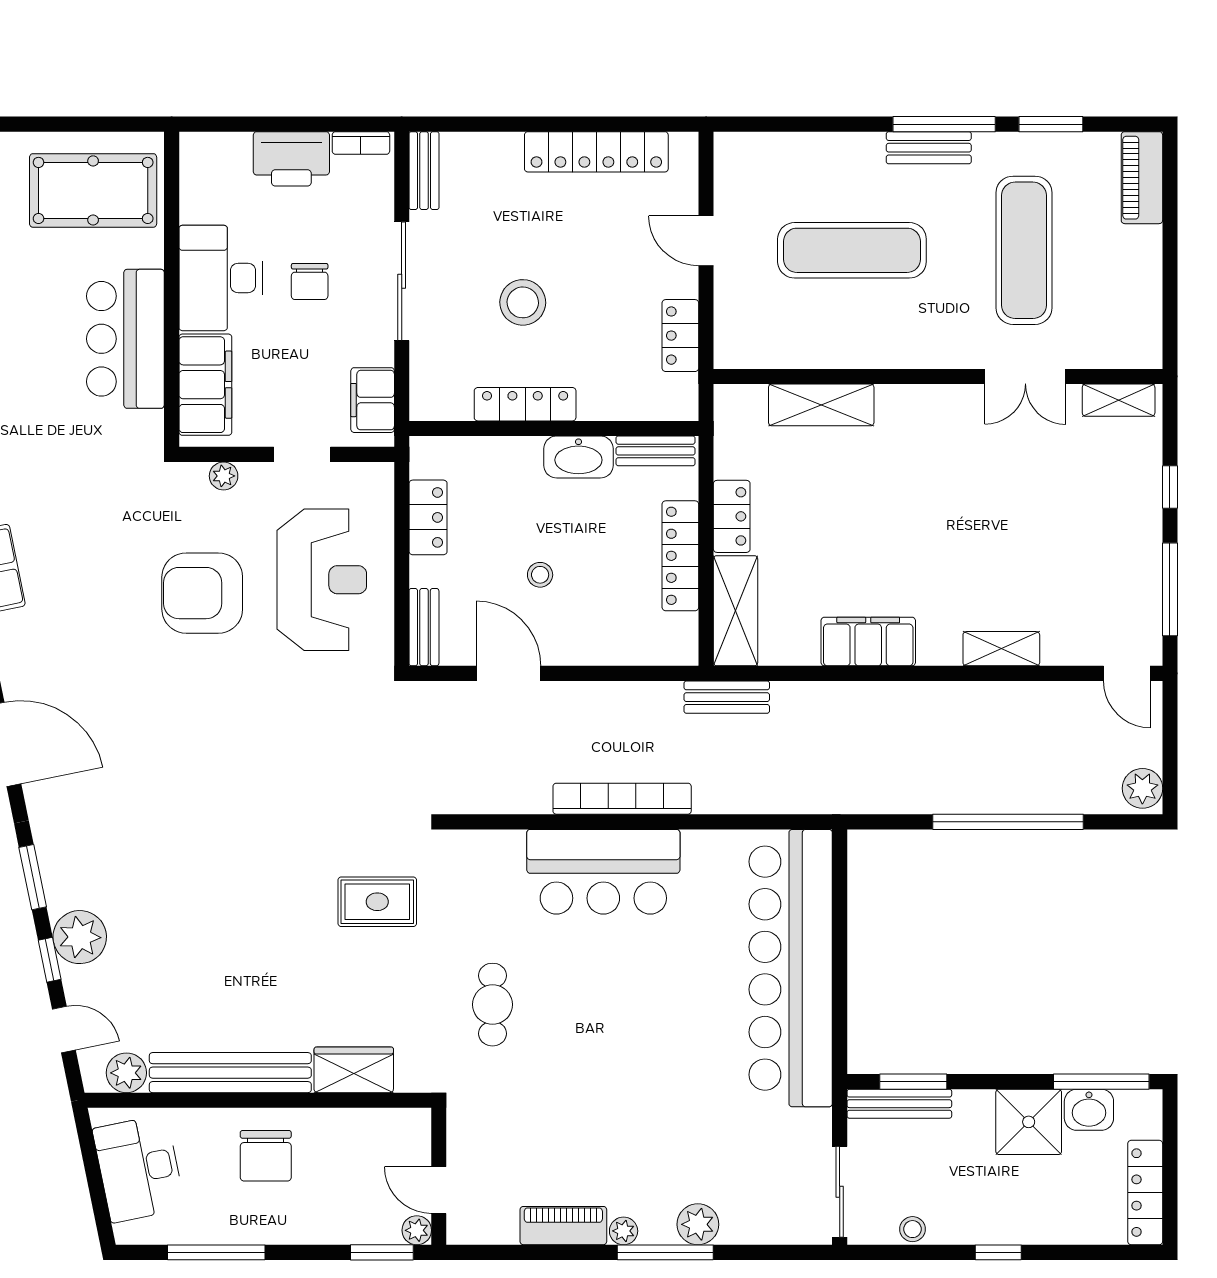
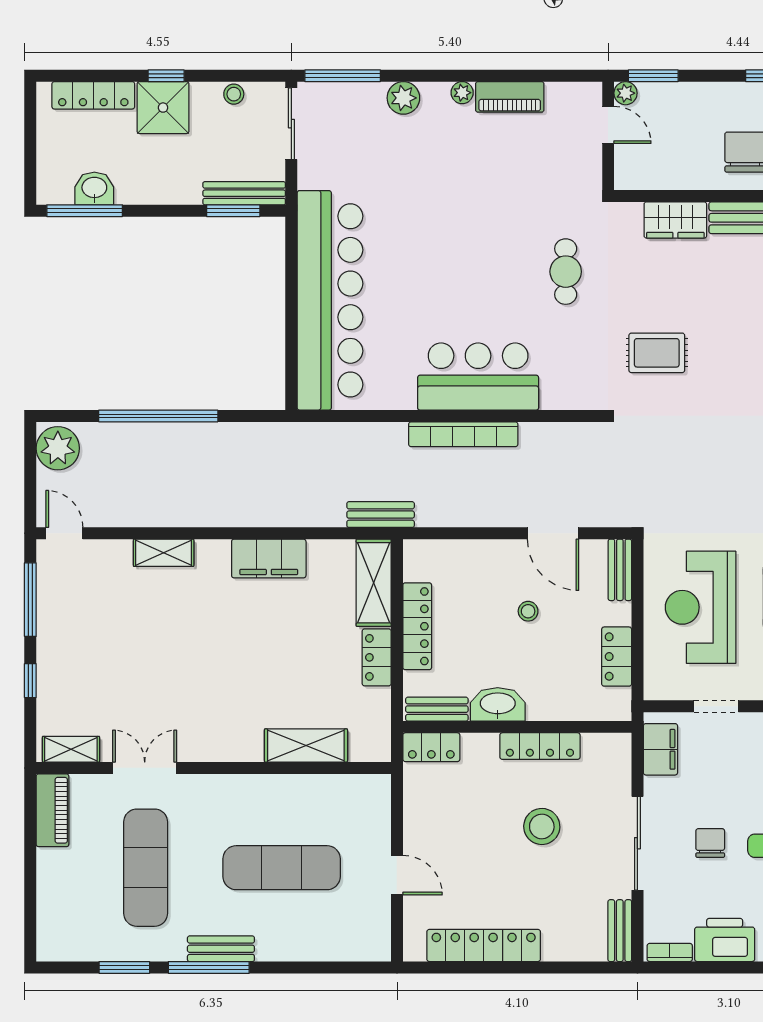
piano: (1142, 178) -> (52, 810), moved
locker: (680, 336) -> (431, 747), moved, turned 90
plant: (1142, 788) -> (58, 448), width x1.36, depth x1.36
shower: (1029, 1122) -> (163, 108), moved
locker: (1145, 1193) -> (93, 95), moved, turned 90
window: (665, 1252) -> (343, 76), moved

